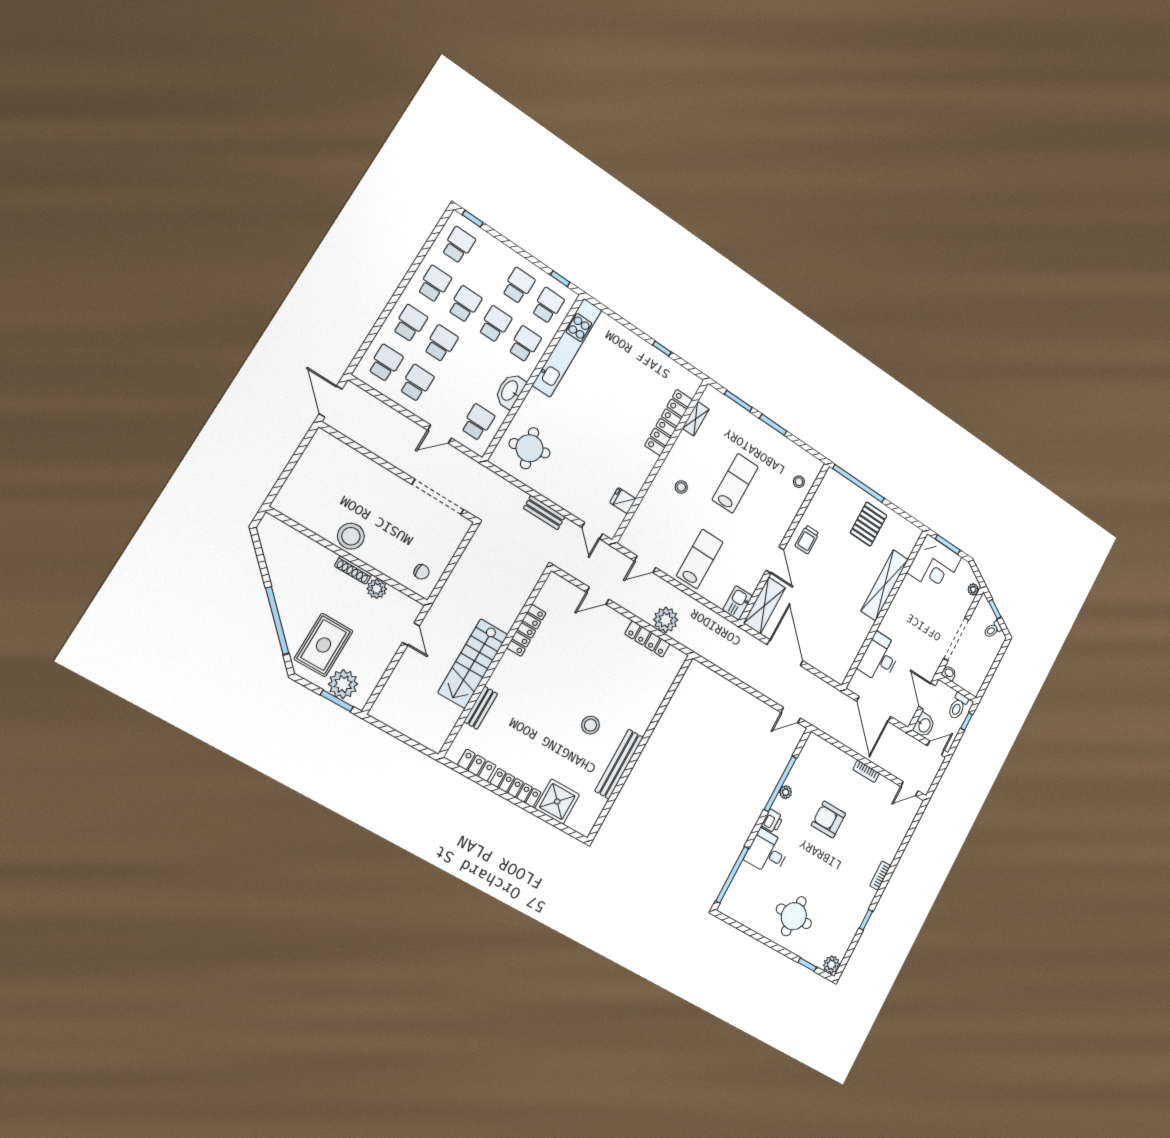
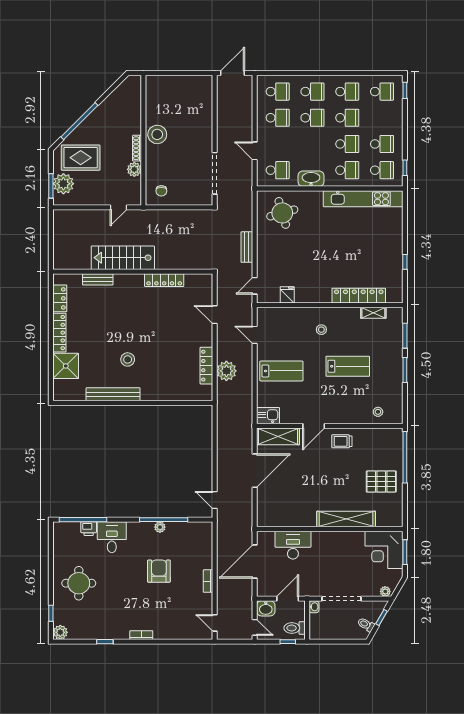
printer: (772, 821) -> (89, 529), moved

